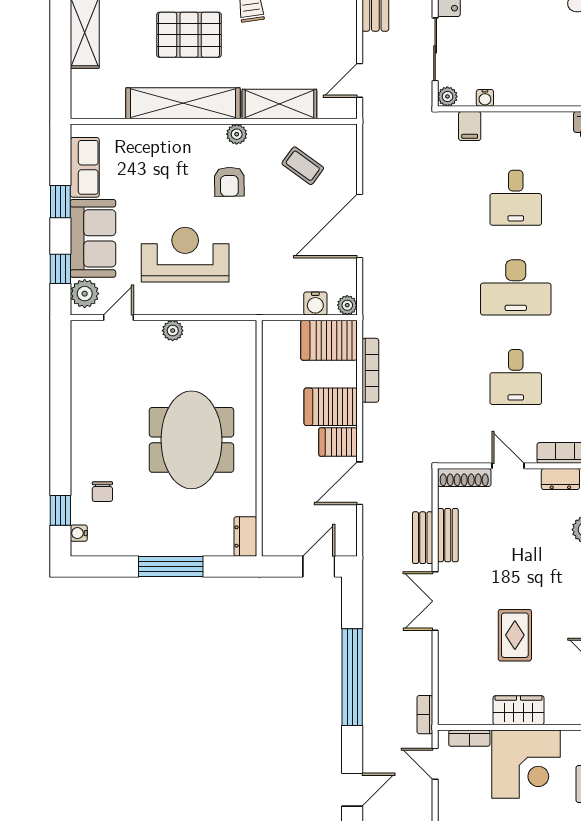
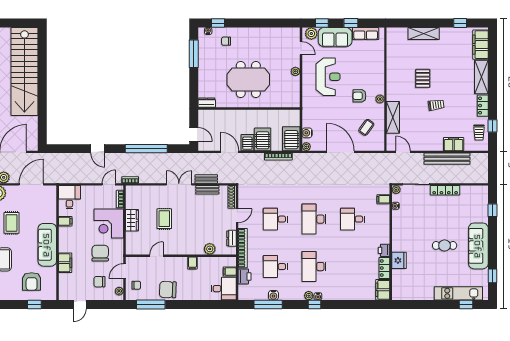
pallet: (189, 35) -> (423, 78), width x0.67, depth x0.71
shelving: (183, 103) -> (393, 76), removed
window: (171, 567) -> (194, 54), moved
rug: (515, 635) -> (164, 219), turned 90

